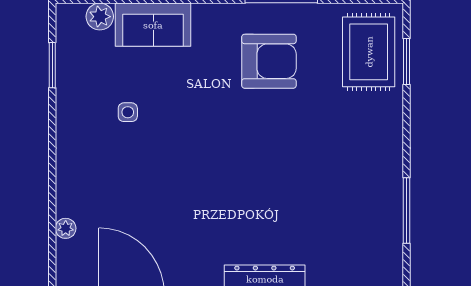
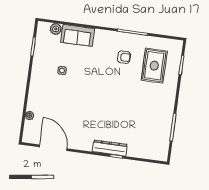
rug: (369, 52) -> (154, 66), moved
armchair: (269, 61) -> (124, 57), width x0.53, depth x0.53

